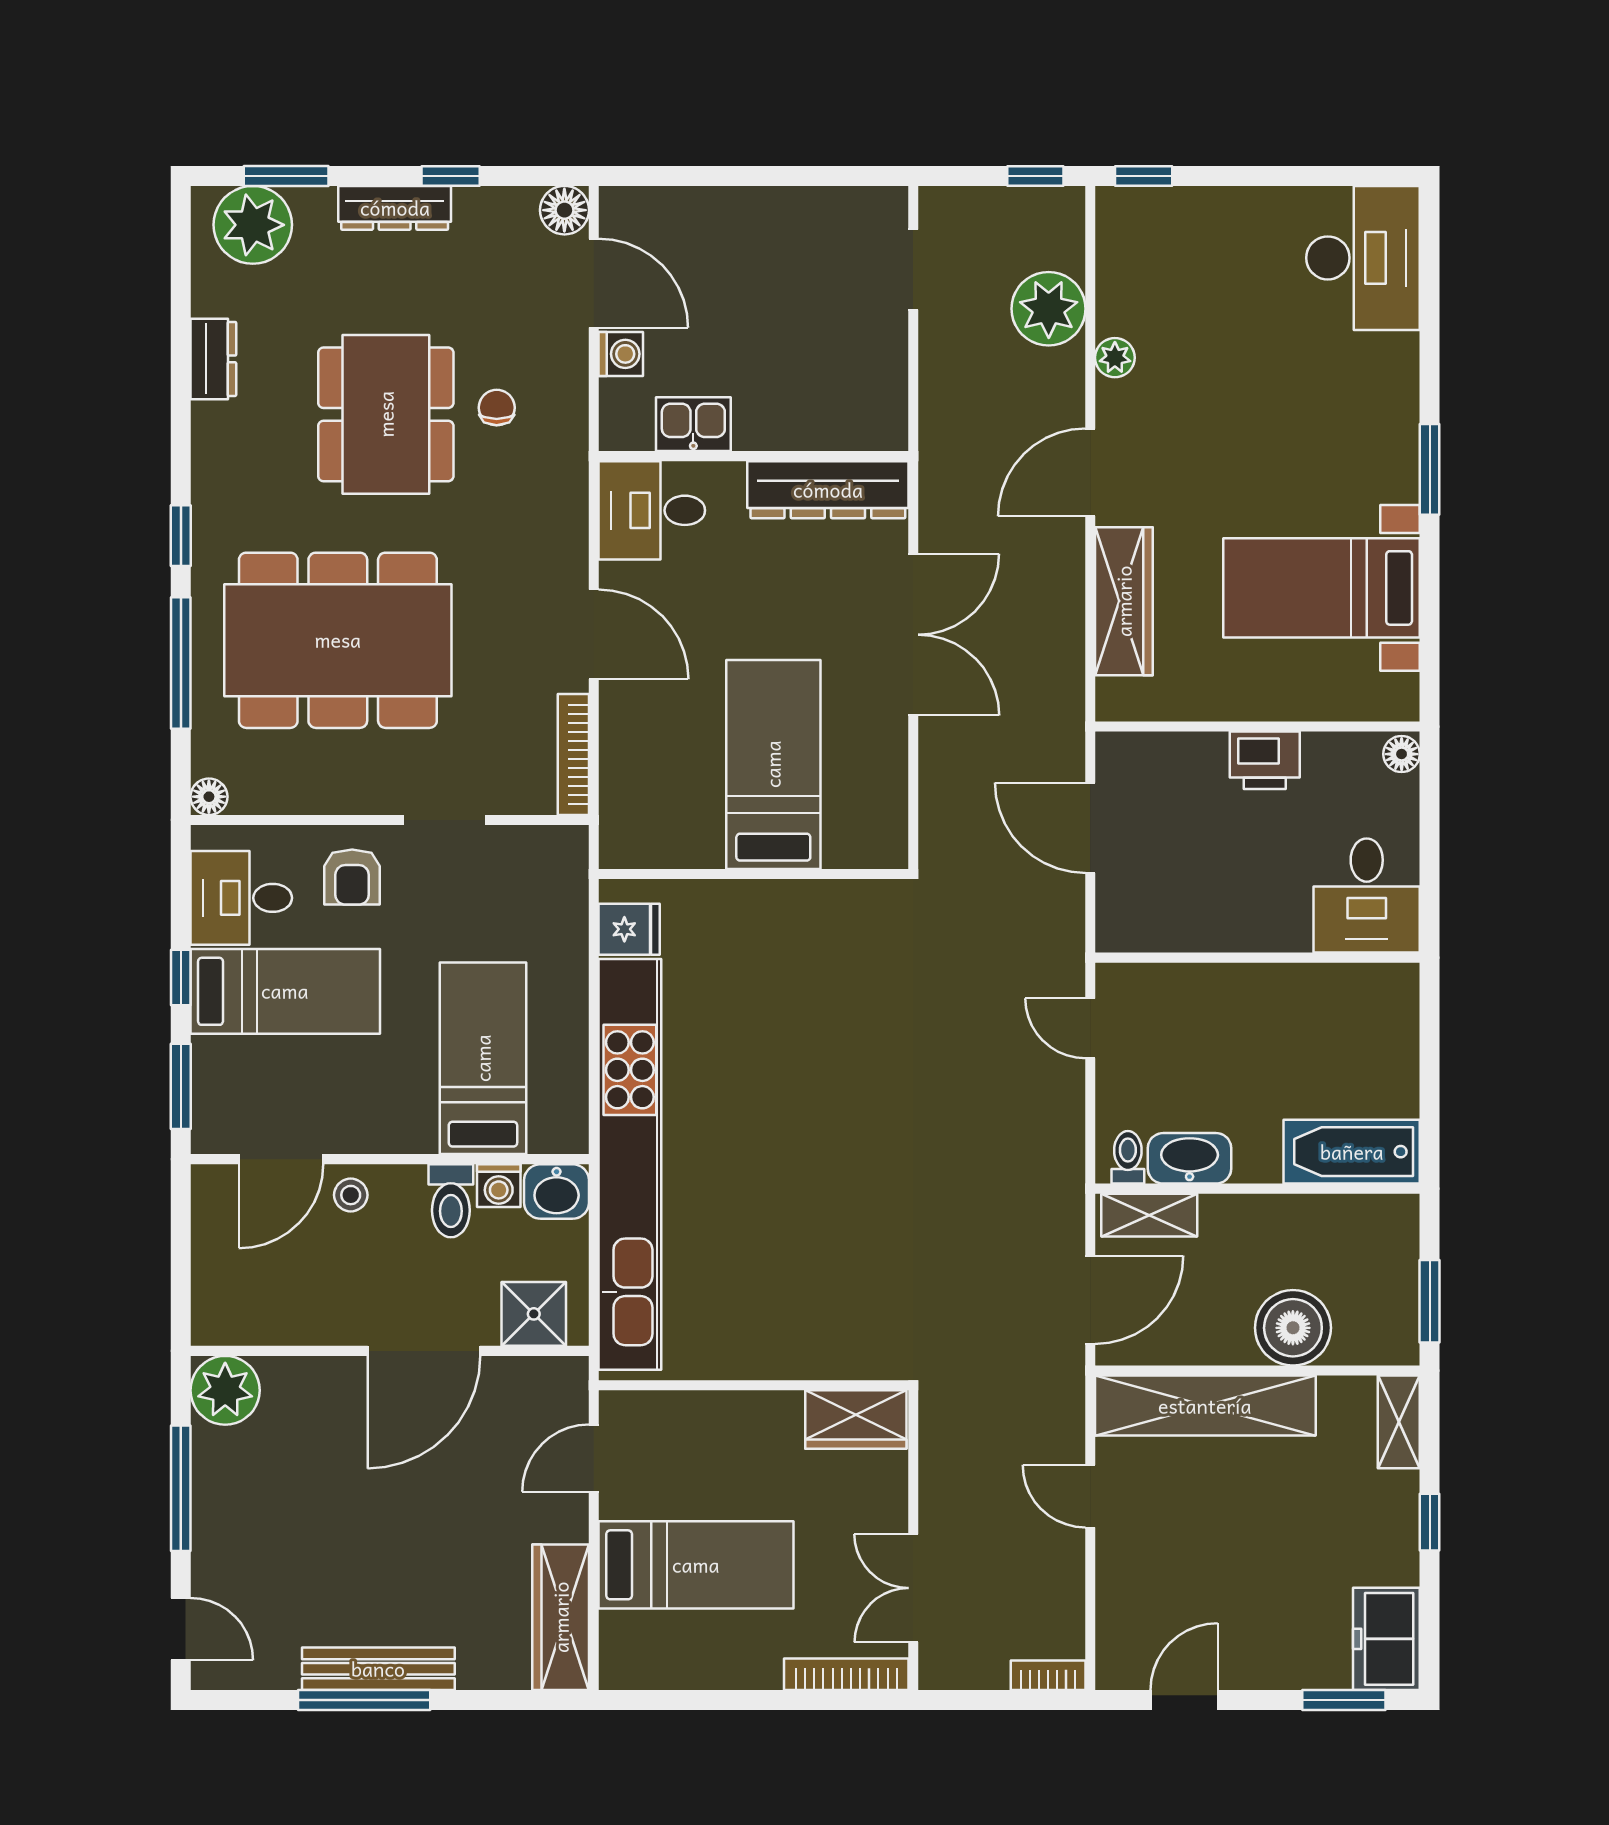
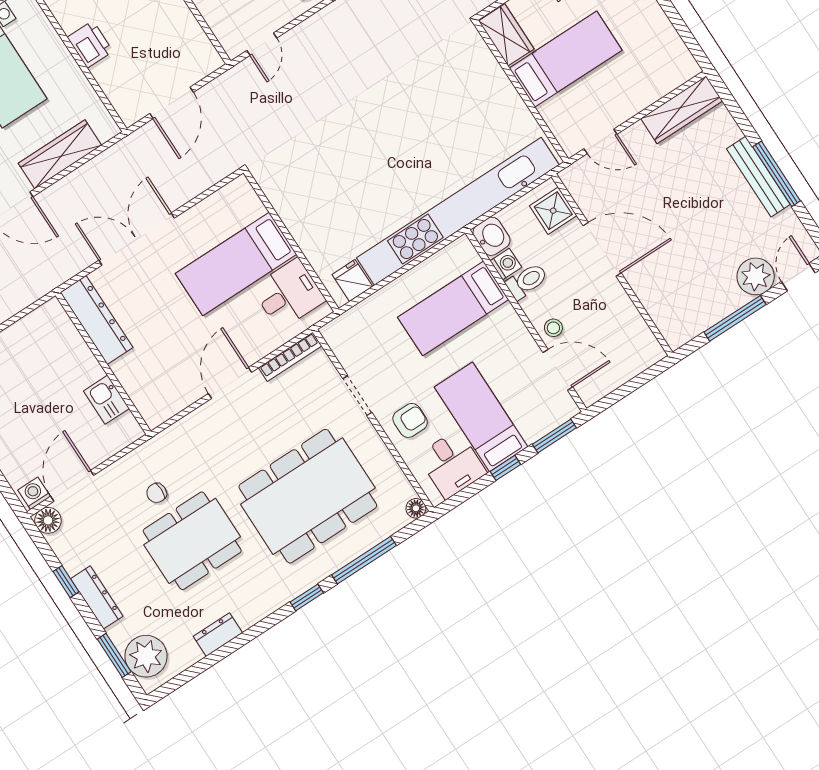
washing machine: (621, 354) -> (34, 493), moved
desk: (652, 510) -> (289, 294), moved, turned -90
dining table: (338, 640) -> (308, 496), turned 90
plant: (225, 1390) -> (756, 276), moved
bed: (696, 1565) -> (566, 59), moved, turned 90

